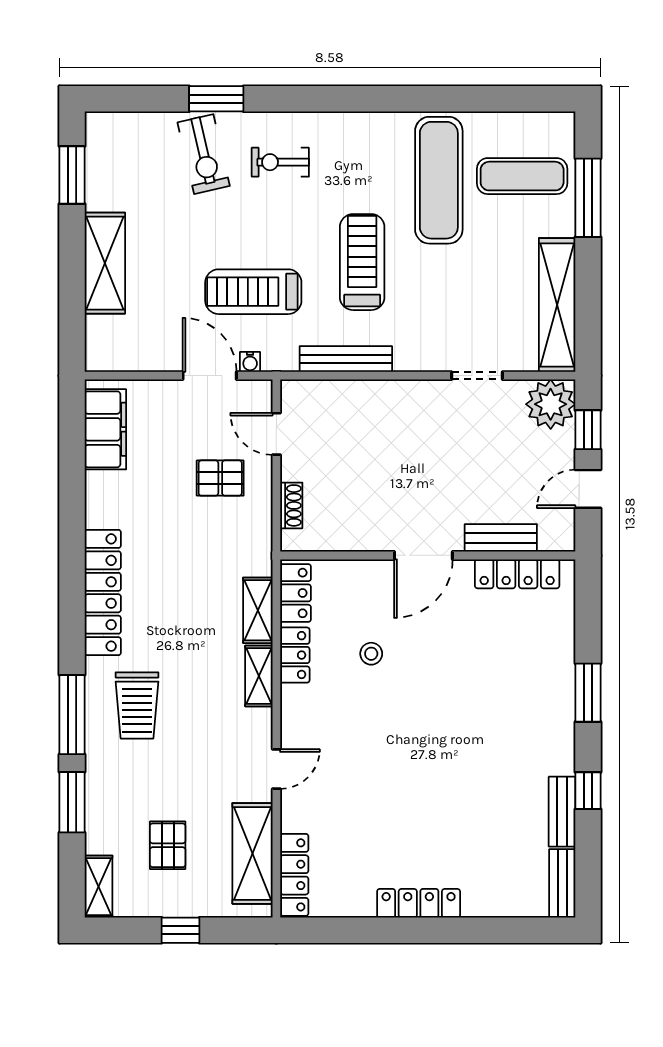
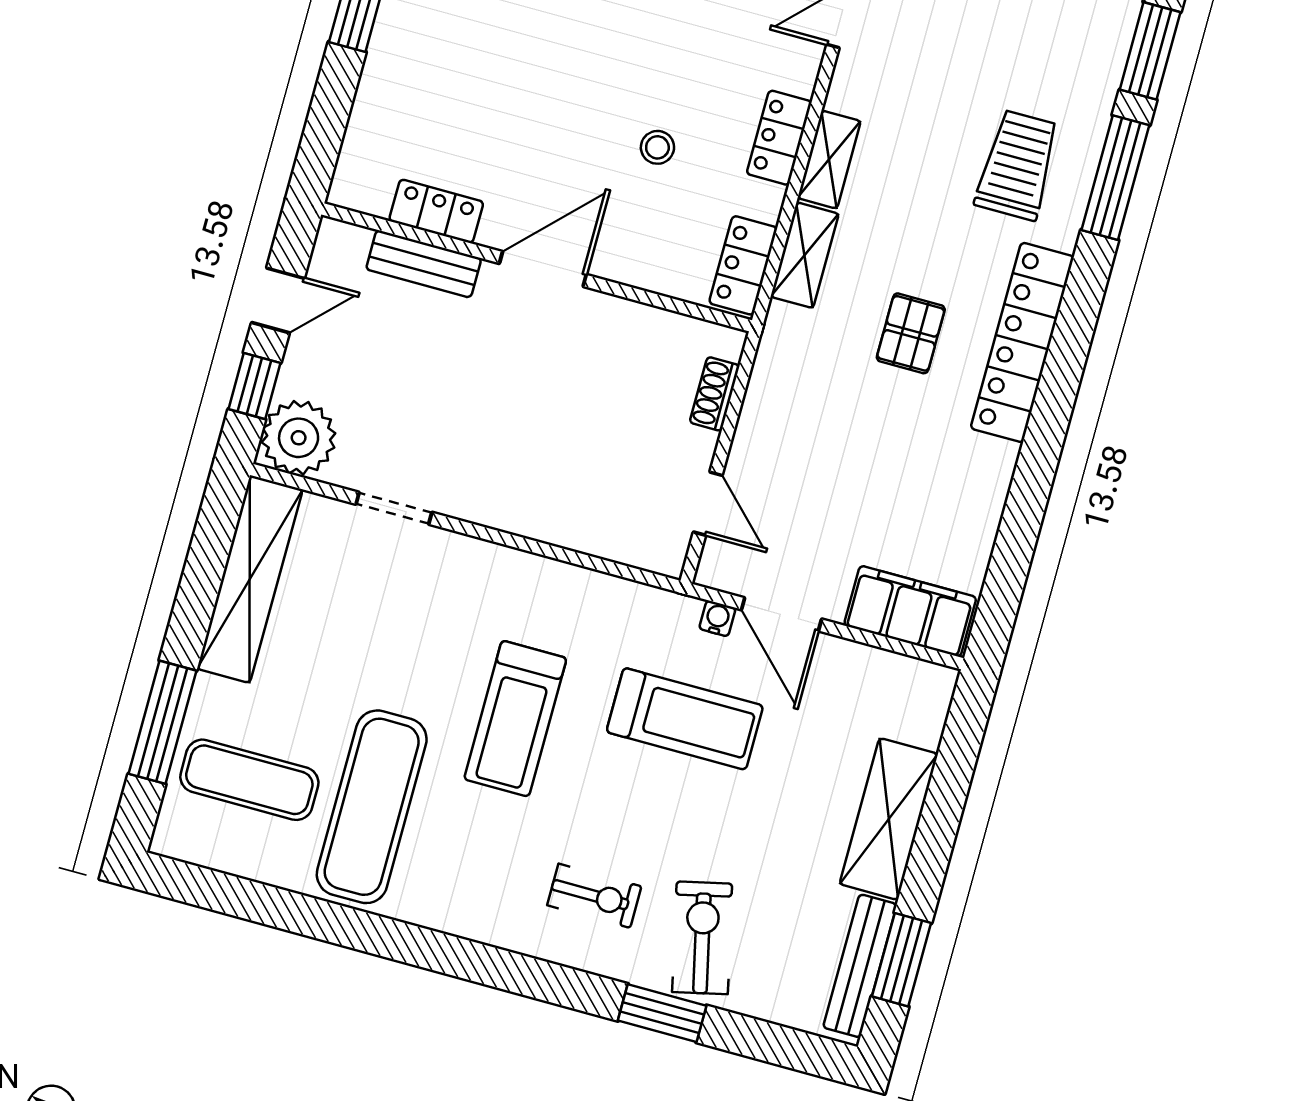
bench: (346, 359) -> (860, 966), moved, turned 90
filing cabinet: (105, 429) -> (910, 611), moved, turned 90
pallet: (220, 478) -> (911, 333), moved, turned 90
locker: (517, 574) -> (436, 211), width x0.66
locker: (295, 655) -> (779, 138), moved

